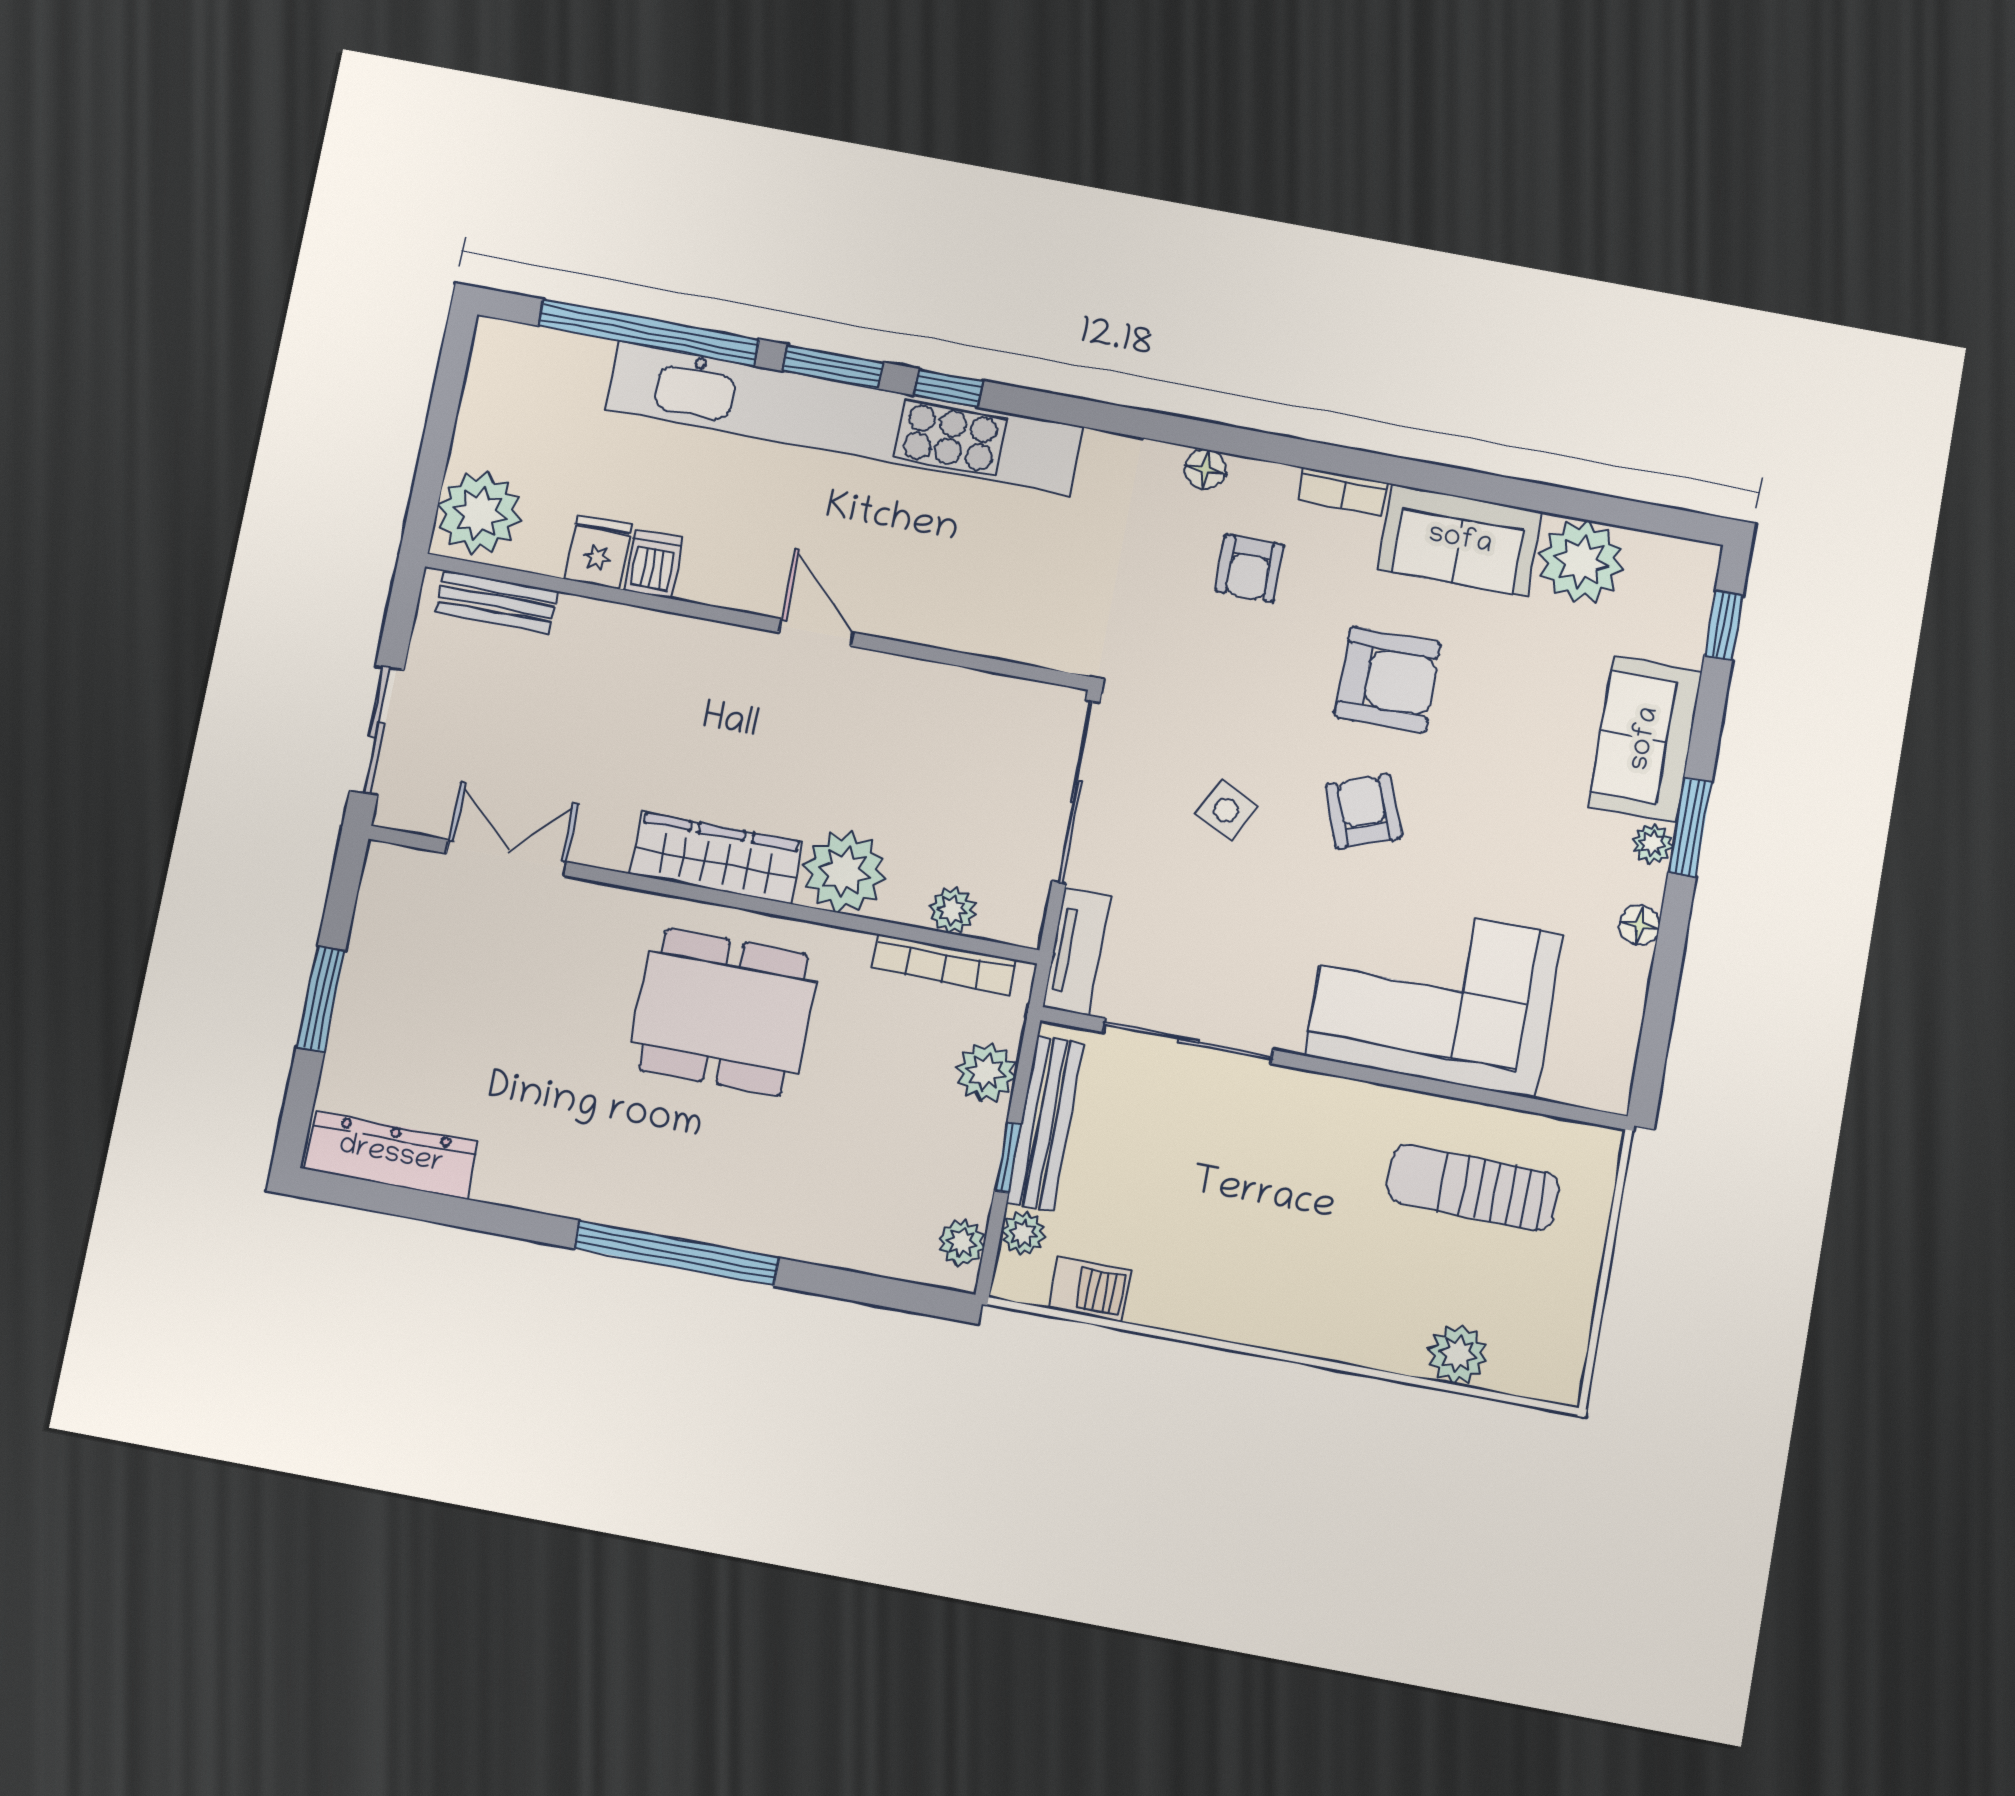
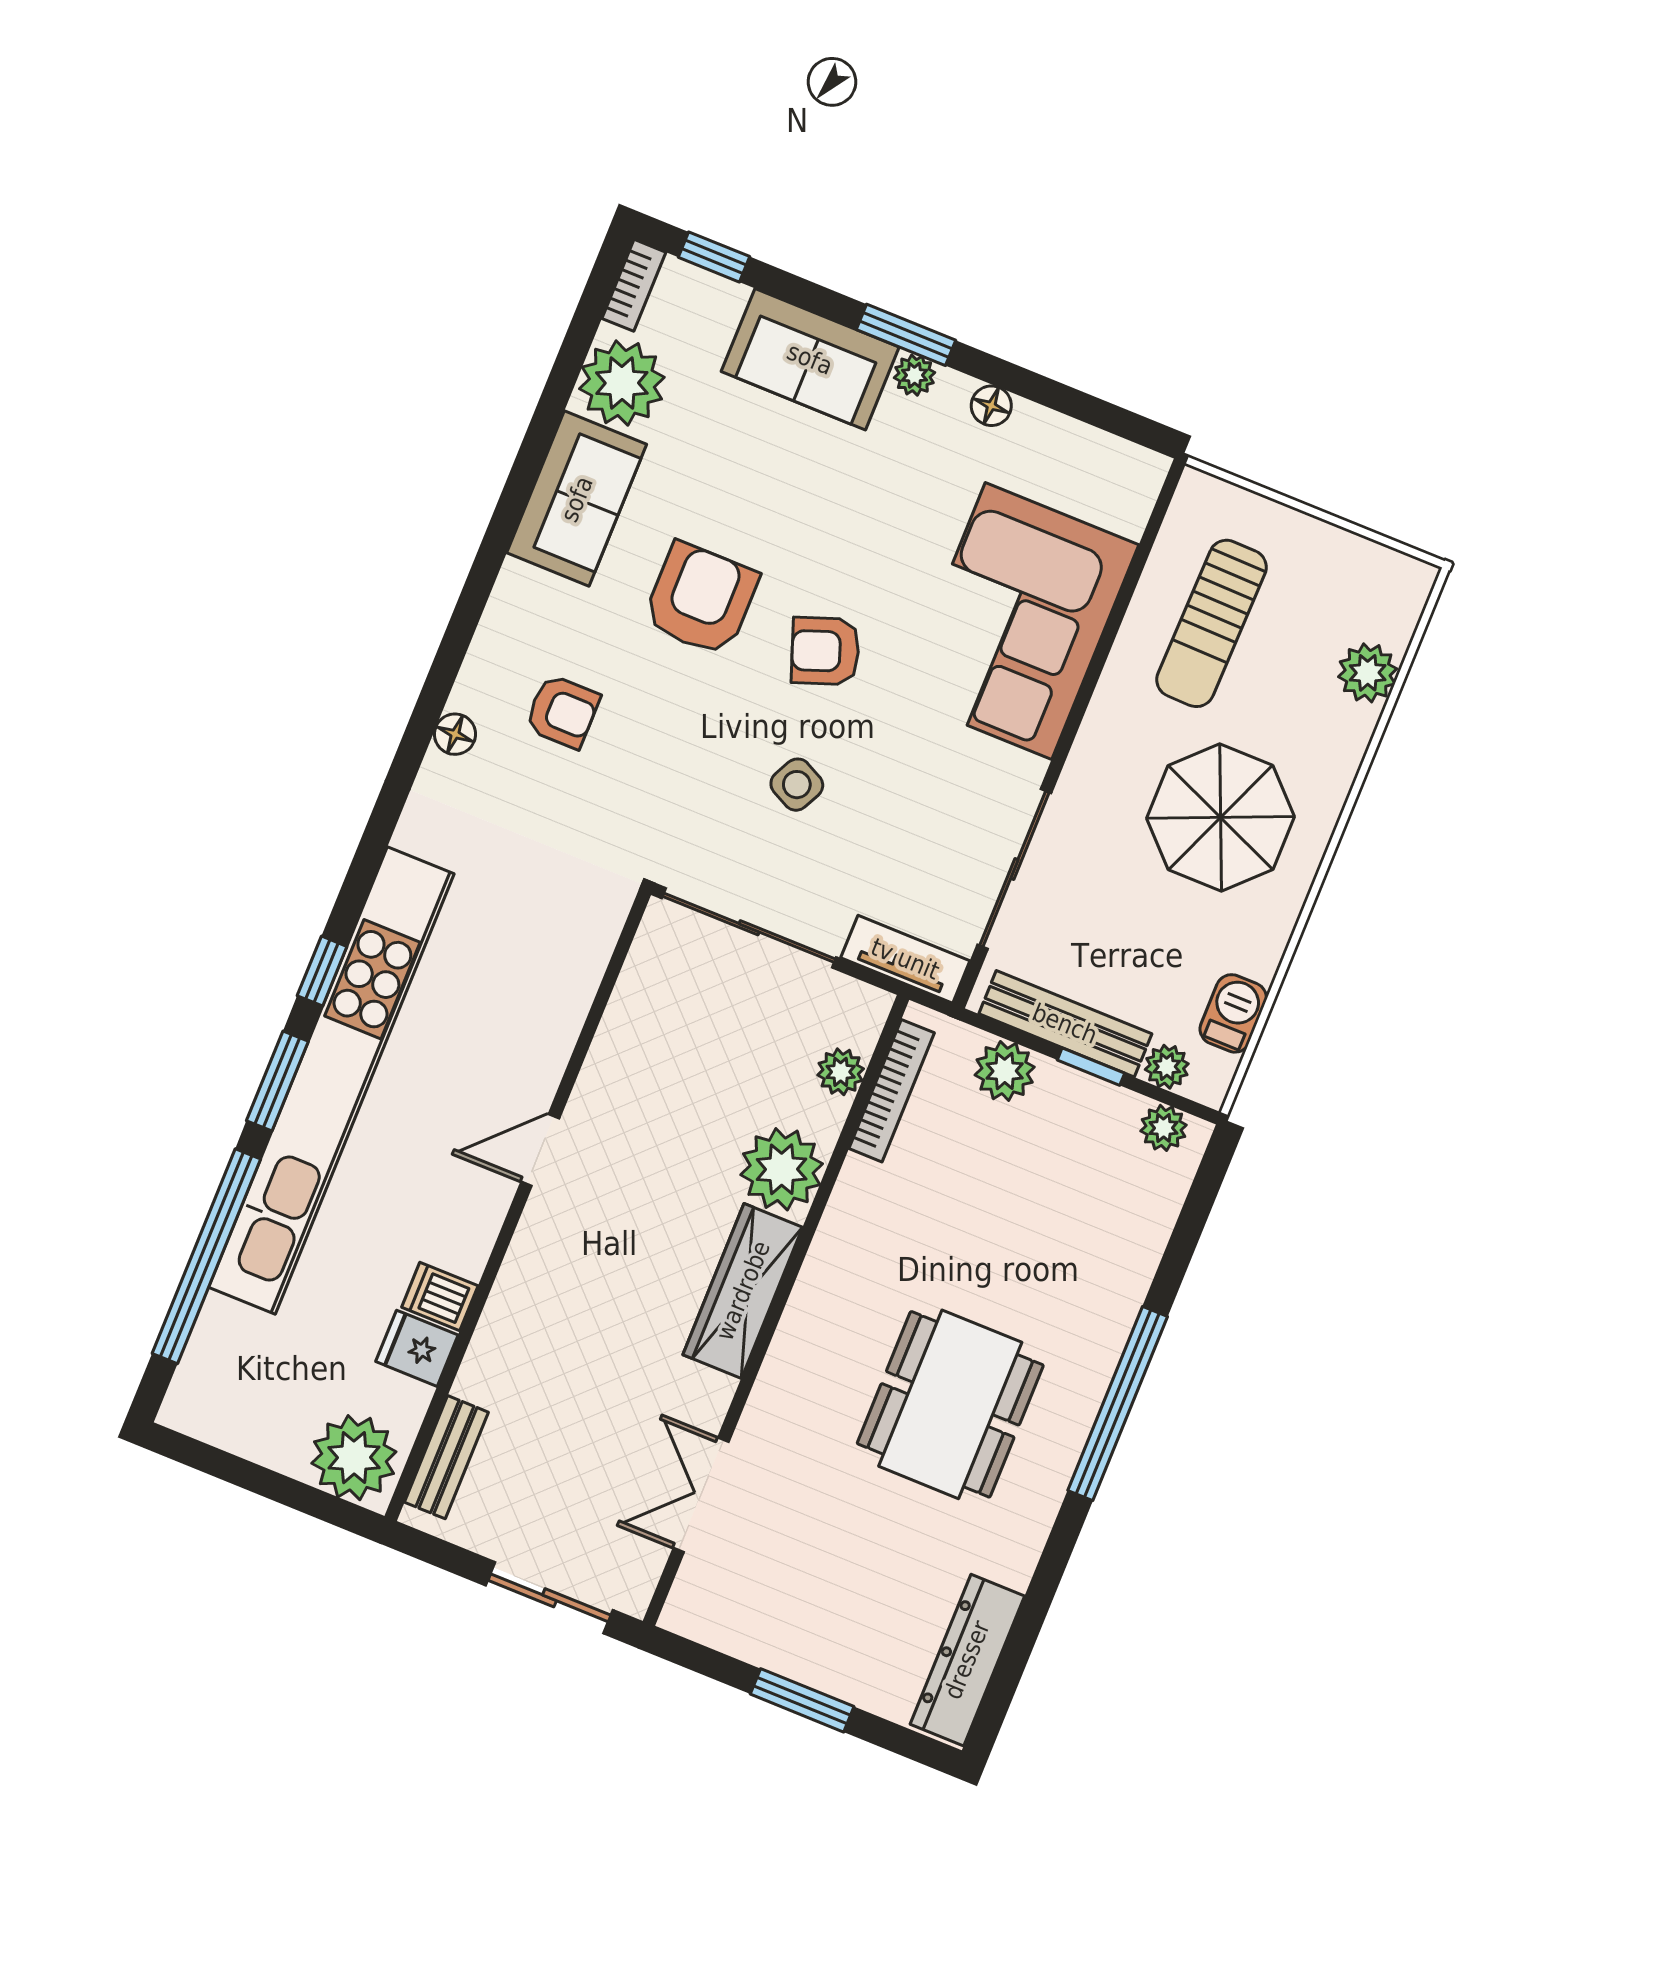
bookcase: (1343, 492) -> (634, 285), moved
dining table: (723, 1012) -> (950, 1404), moved
parasol: (1282, 1236) -> (1220, 818), added

